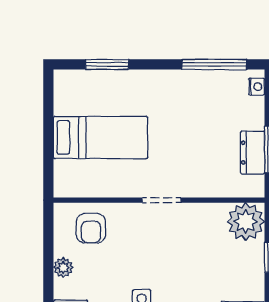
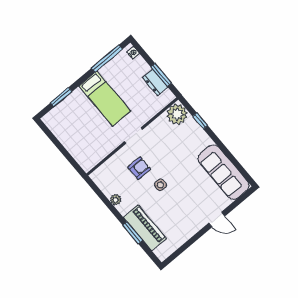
bed: (101, 138) -> (105, 99), moved, turned 90
armchair: (91, 228) -> (139, 168), moved, turned -90

